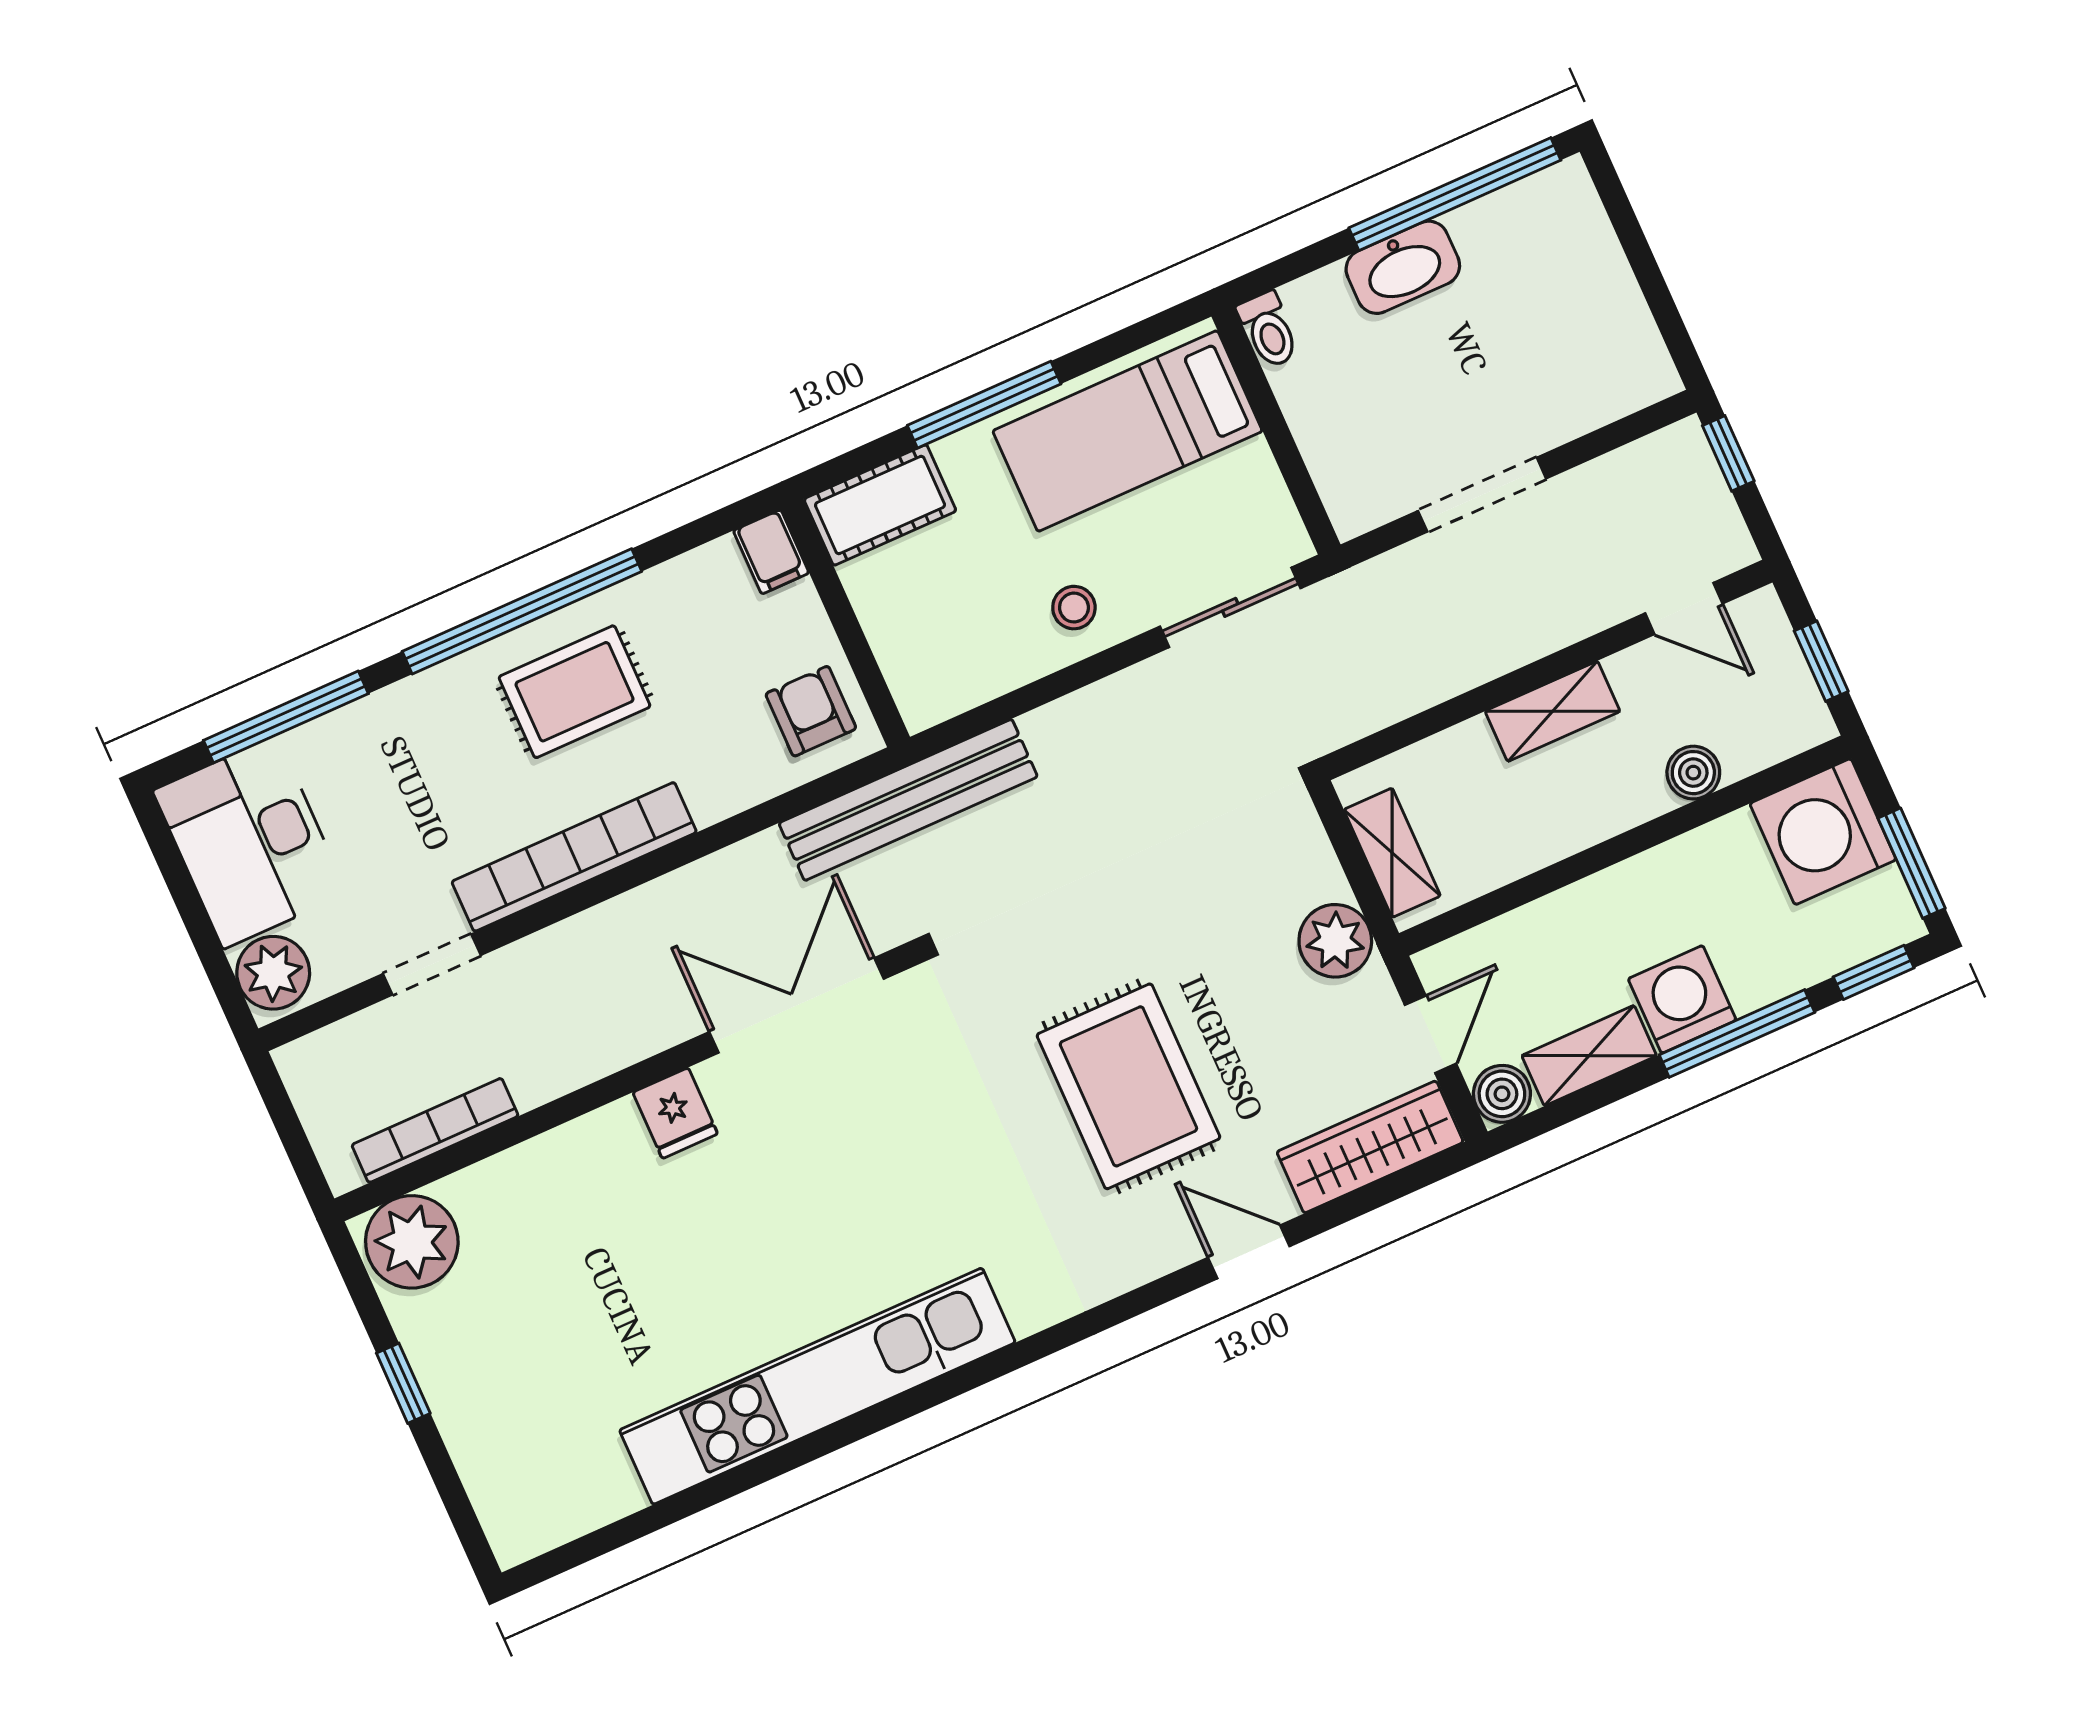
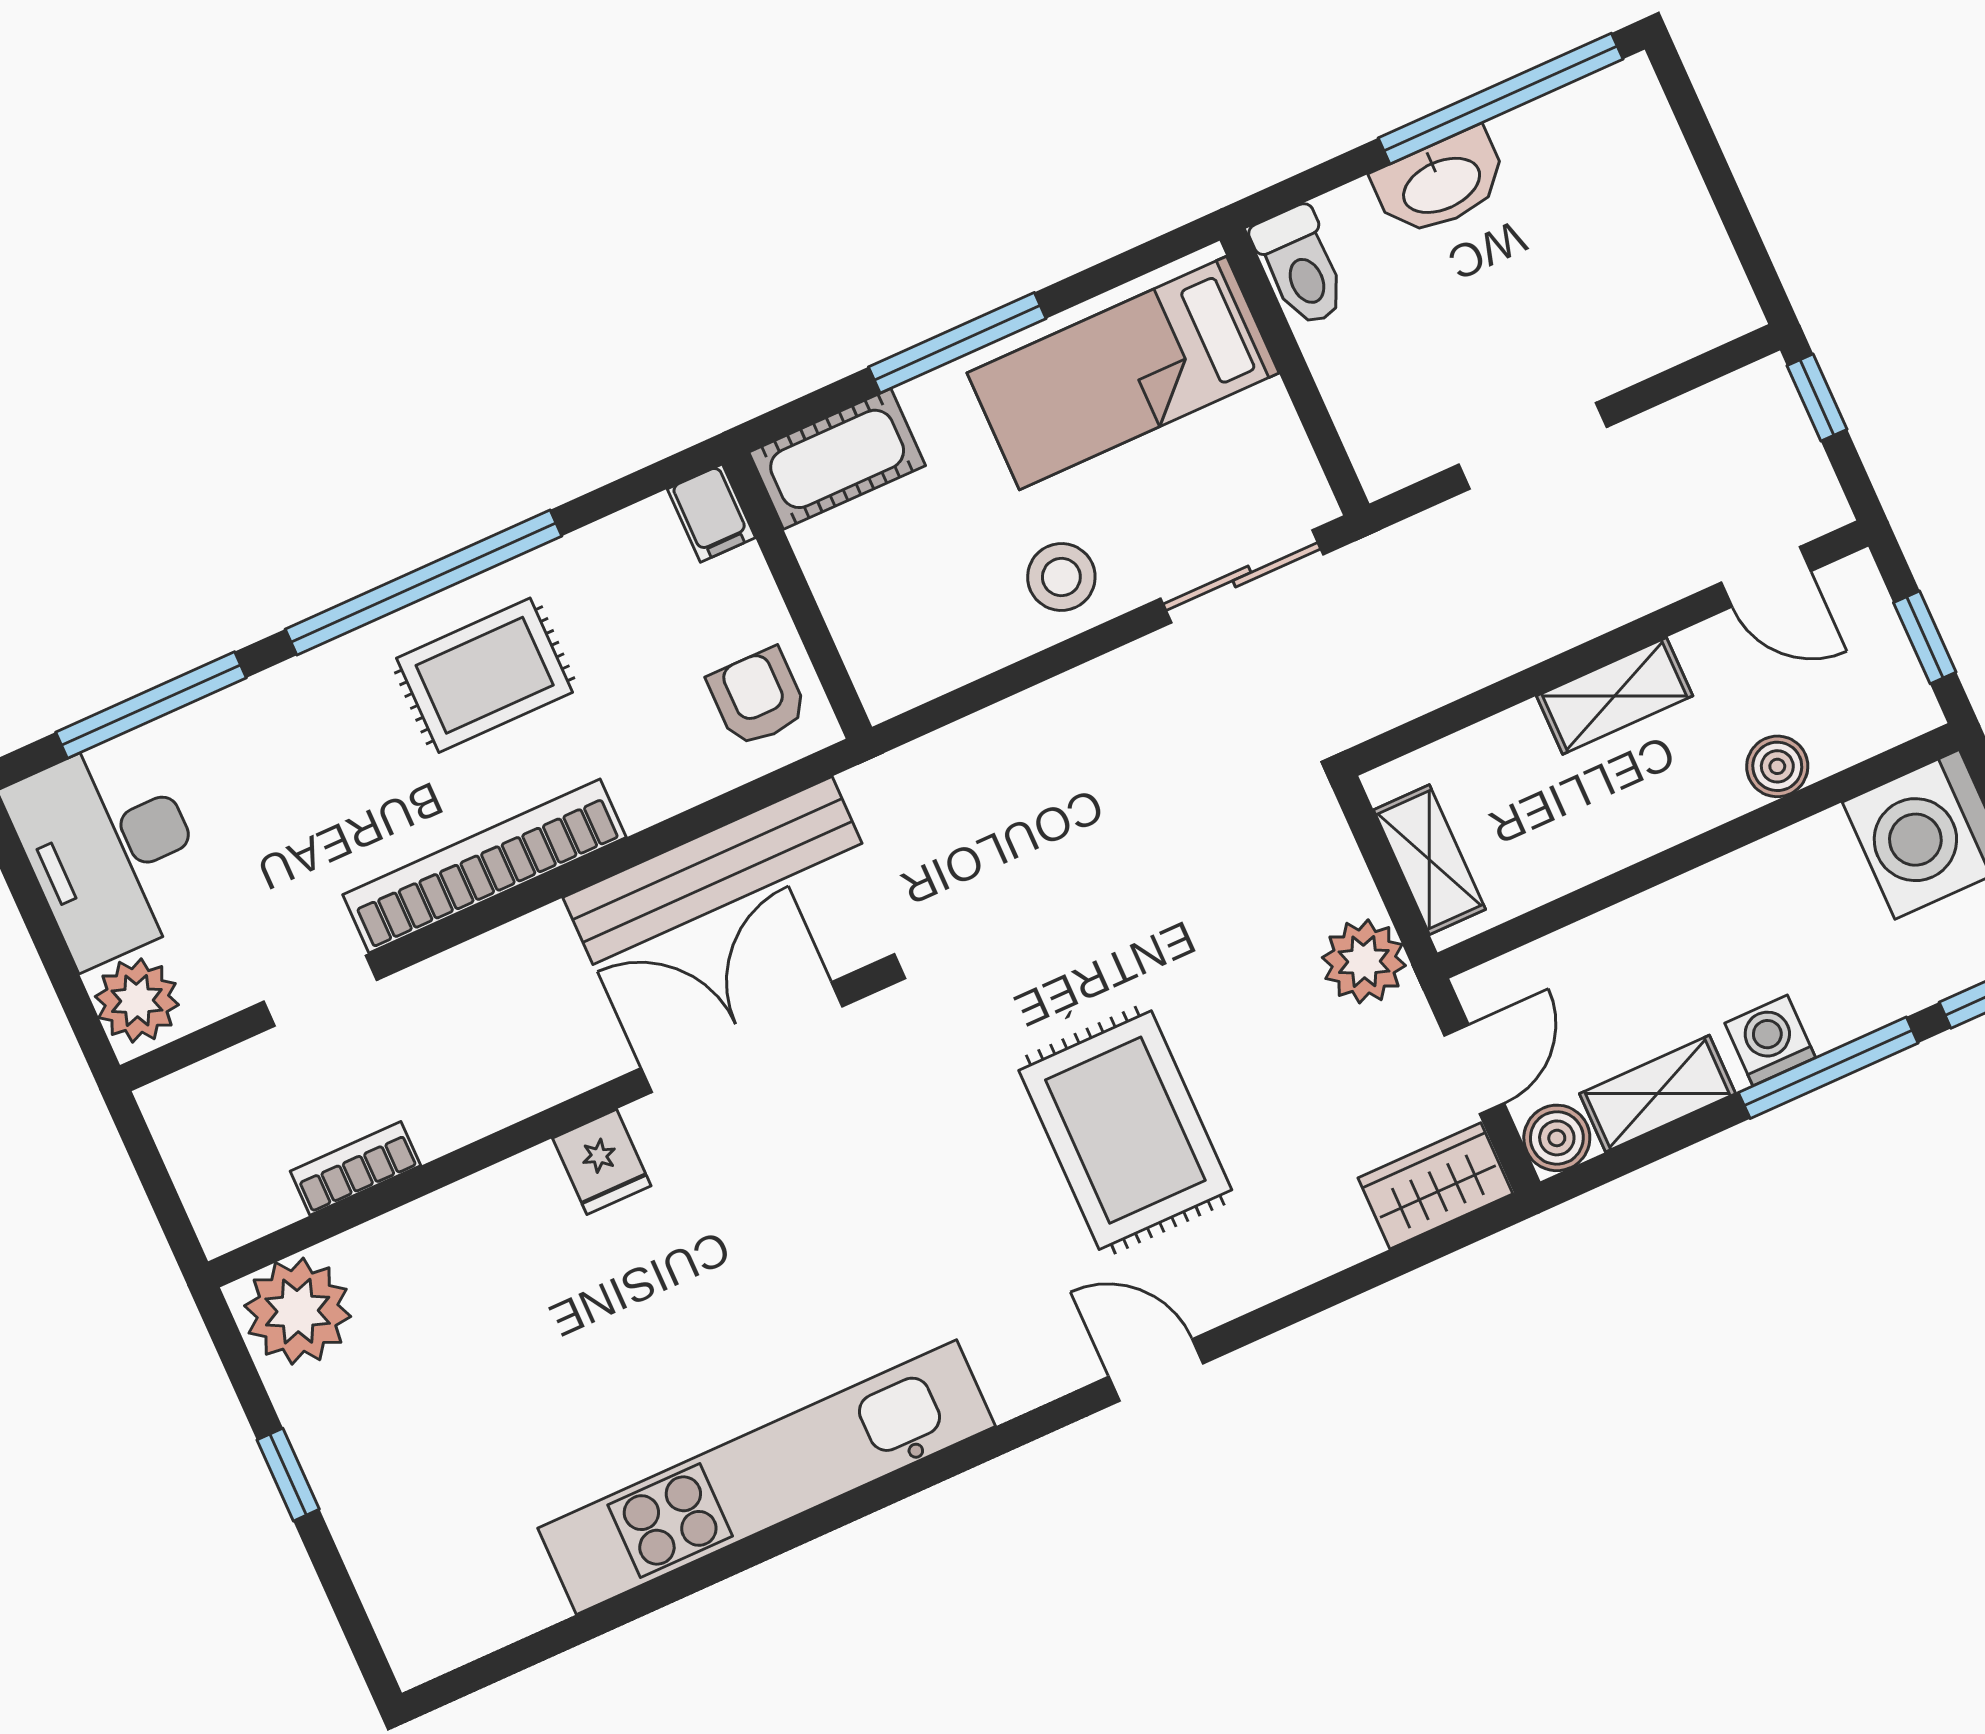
toilet: (1268, 330) -> (1300, 266), width x1.37, depth x1.39
stool: (1074, 608) -> (1061, 577), width x1.37, depth x1.37
bench: (908, 800) -> (712, 870), moved
washing machine: (1682, 999) -> (1770, 1040), width x0.73, depth x0.73
bookcase: (435, 1130) -> (355, 1168), width x0.64
wardrobe: (1370, 1147) -> (1435, 1186), width x0.67
door: (1249, 1252) -> (1156, 1370), moved

